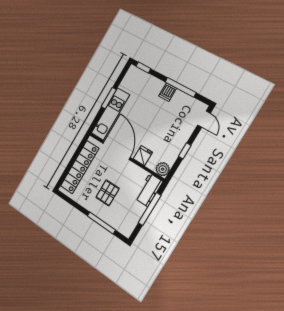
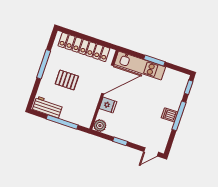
window: (181, 87) -> (179, 116), moved
workbench: (149, 190) -> (48, 107), moved
window: (101, 223) -> (44, 64), moved

